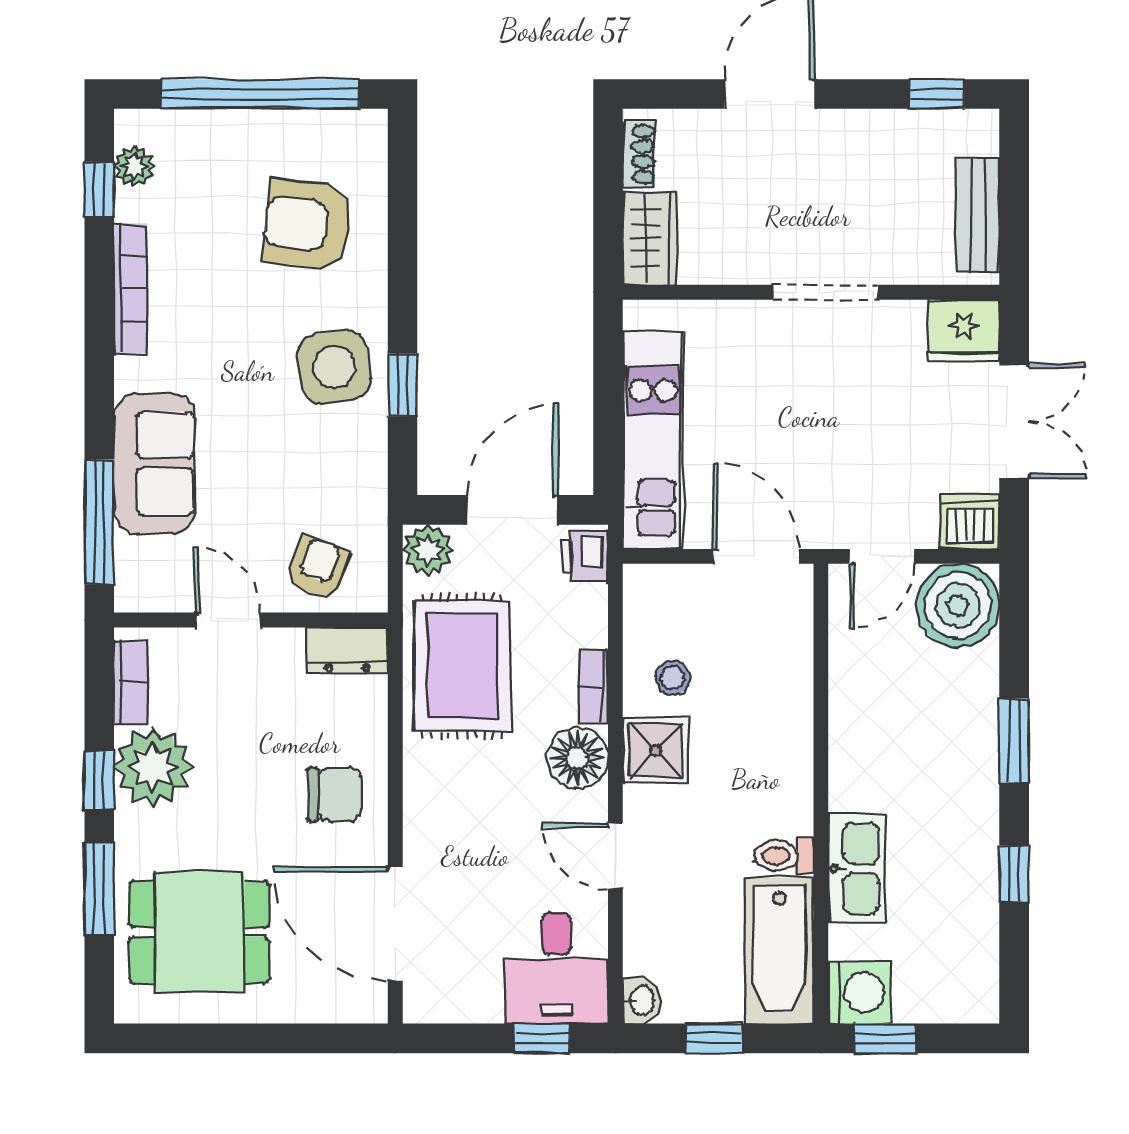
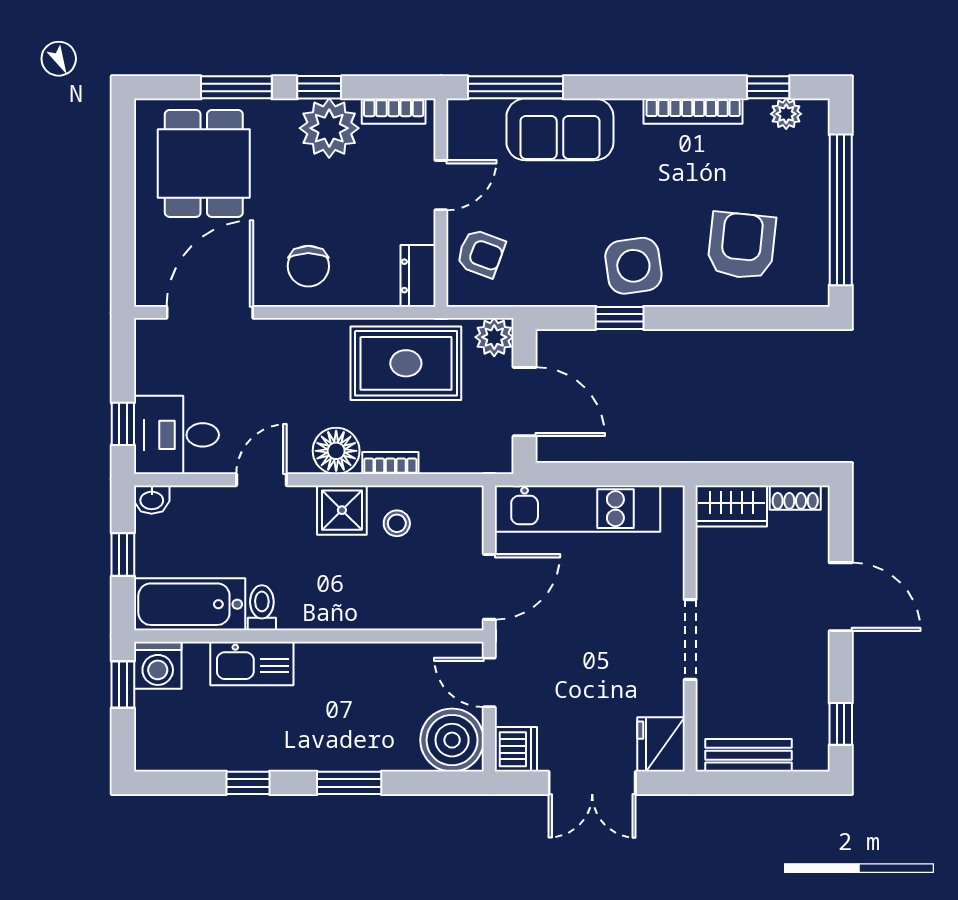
printer: (585, 556) -> (490, 456), removed

